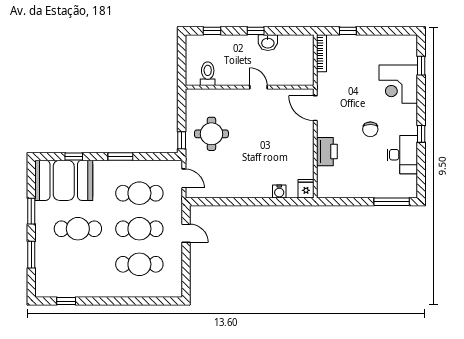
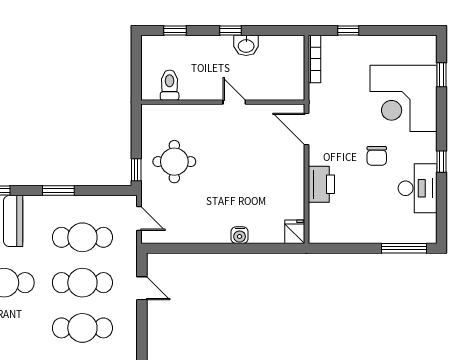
corner desk: (398, 84) -> (404, 98), width x1.36, depth x1.36
water cooler: (279, 191) -> (240, 235), moved

